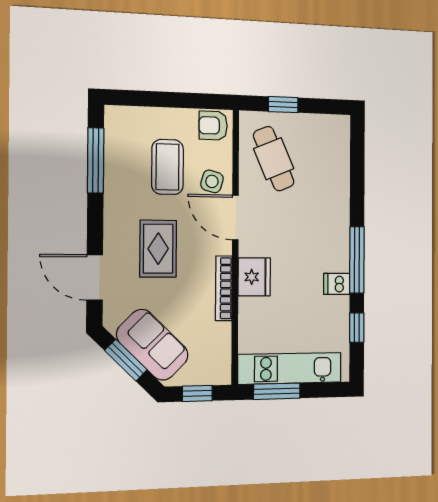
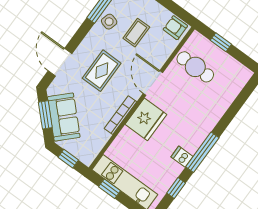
cafe table: (274, 159) -> (195, 67), turned -67
coffee table: (167, 167) -> (136, 33), width x0.73, depth x0.77
side table: (212, 181) -> (109, 22), moved
fridge: (254, 277) -> (146, 119), width x1.36, depth x1.34
window: (277, 391) -> (109, 189), width x0.67

